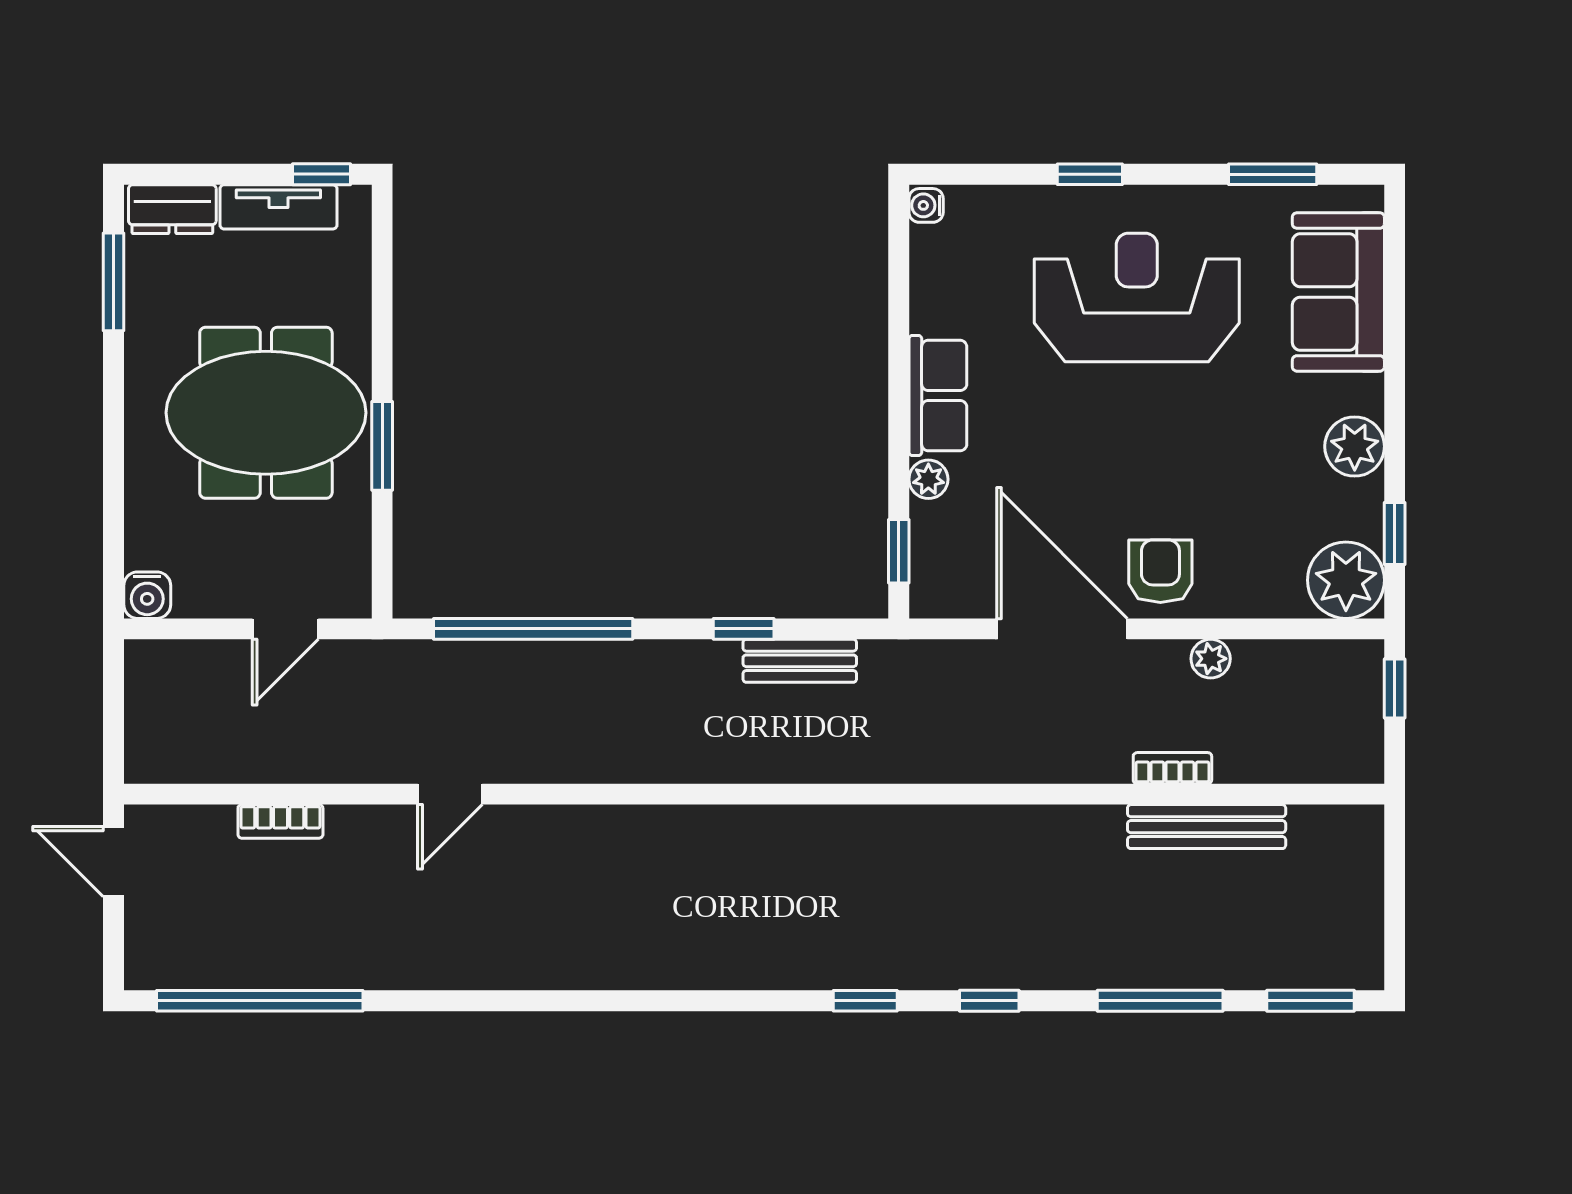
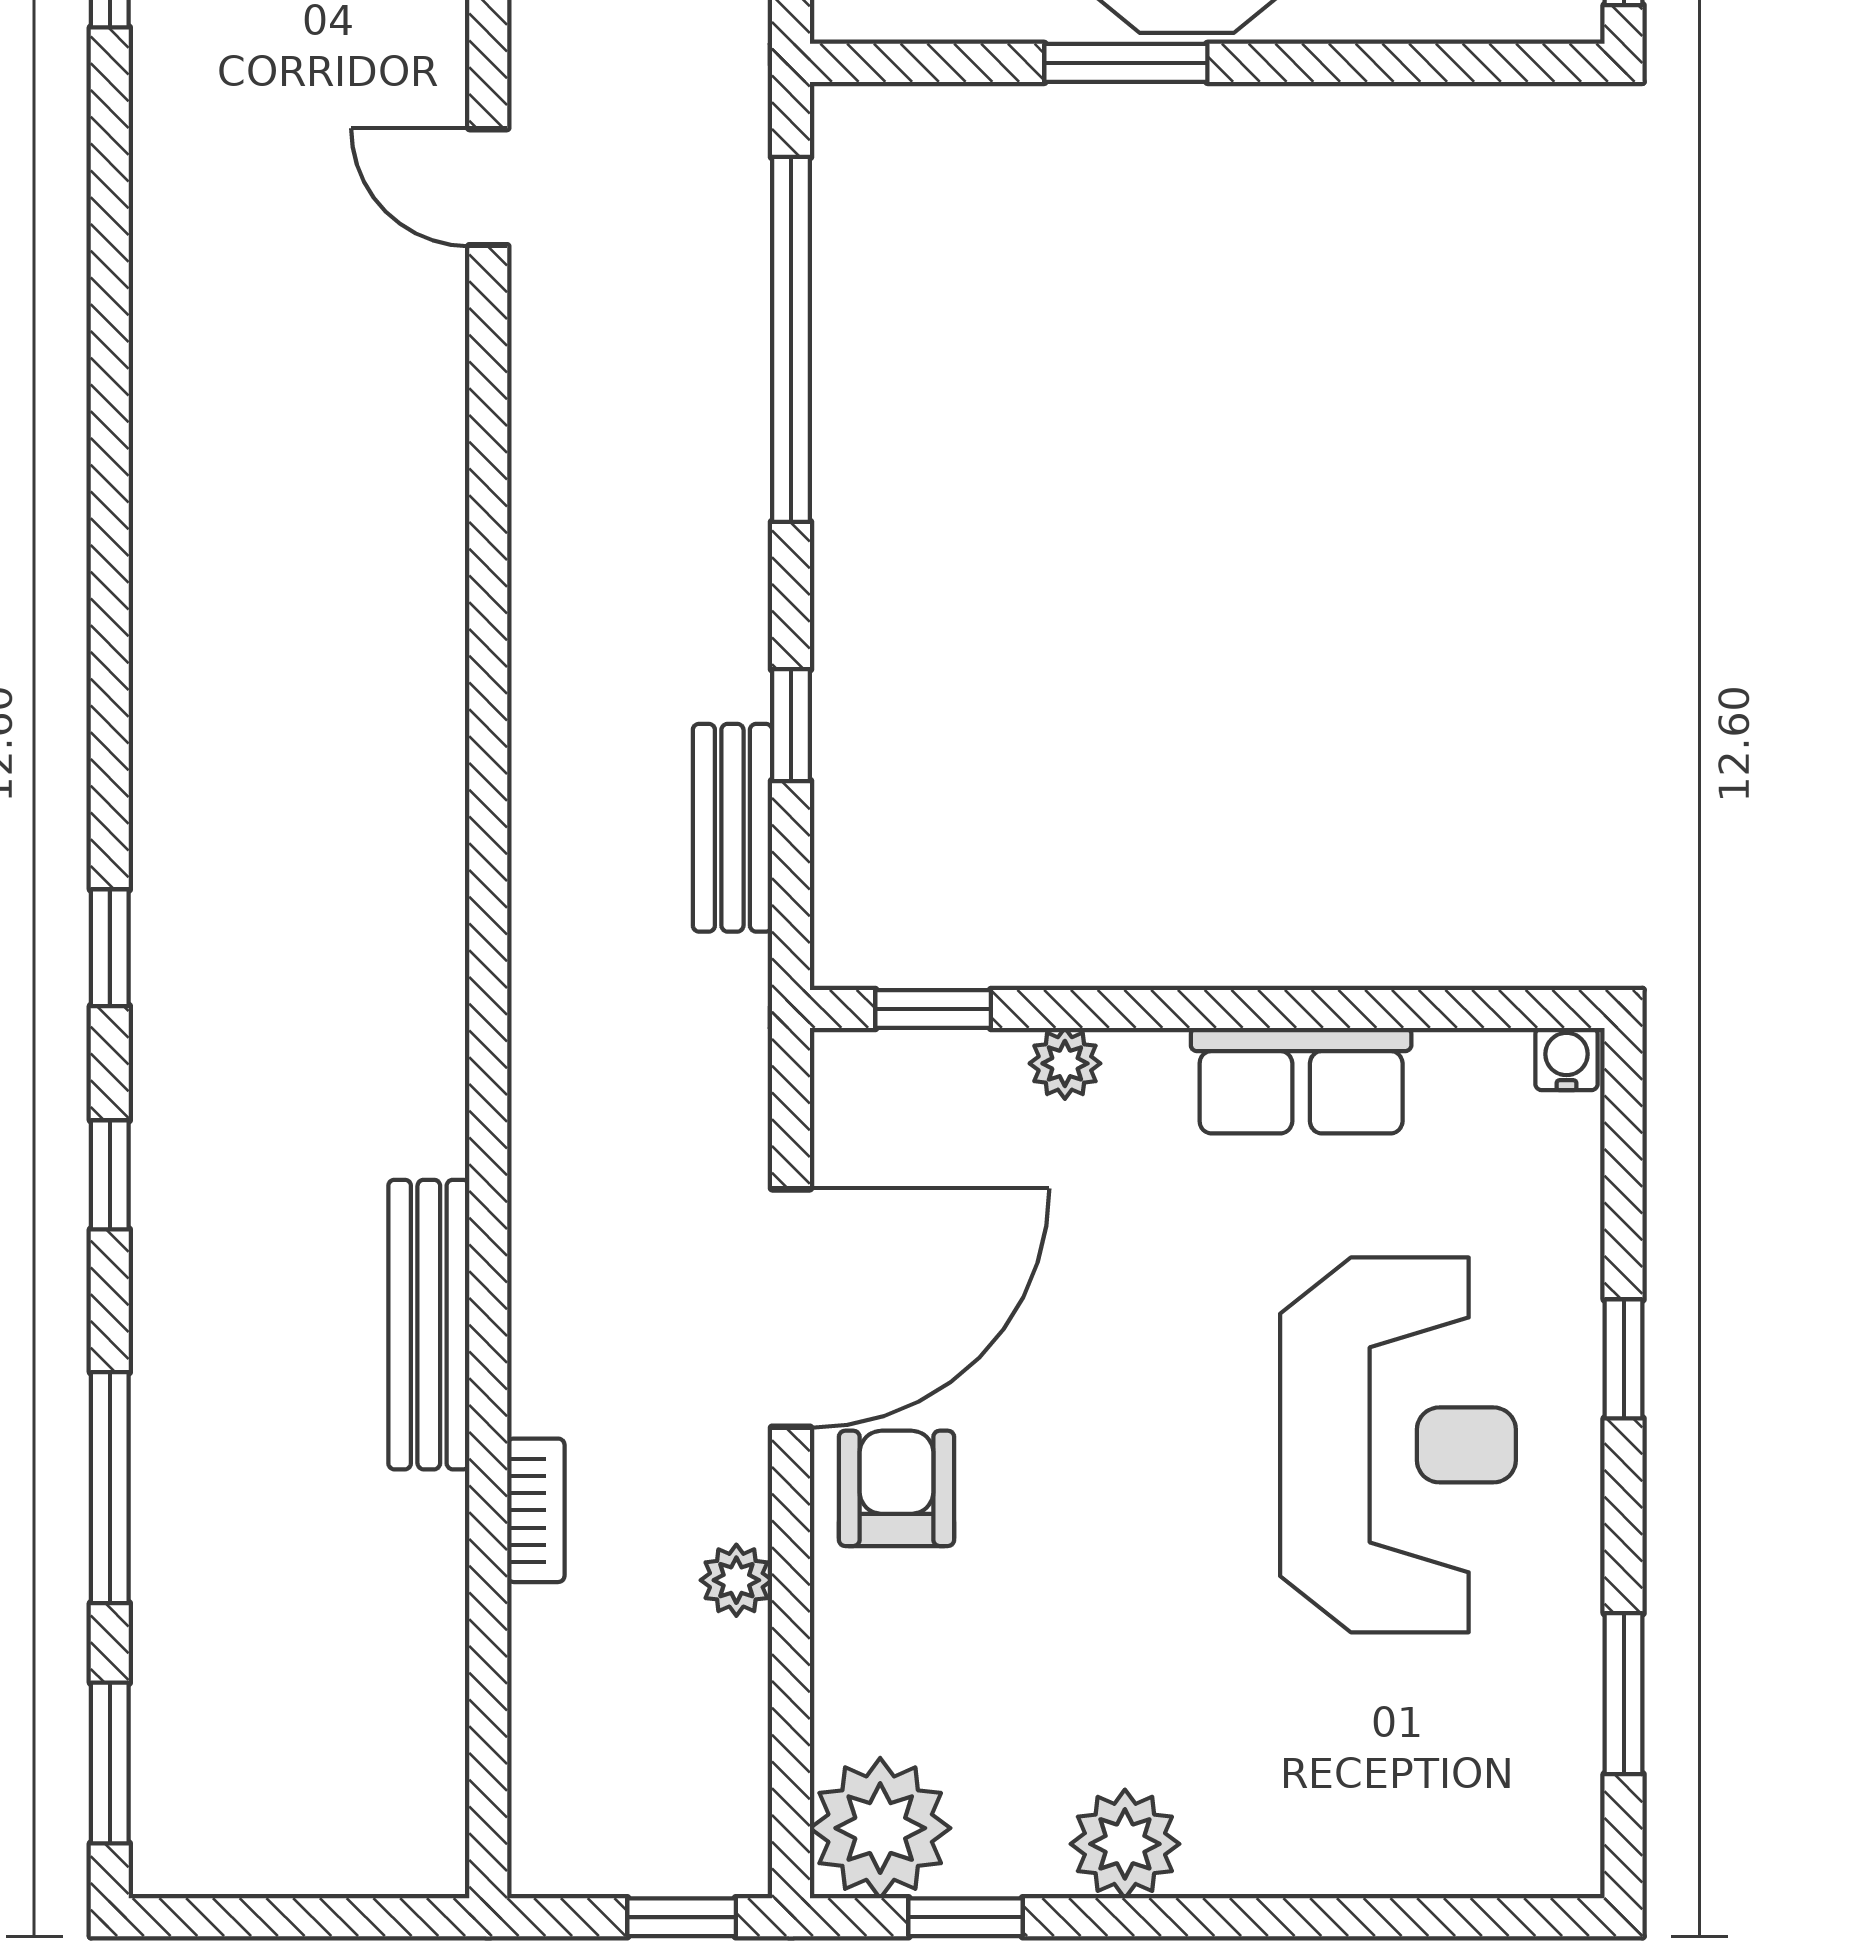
sofa: (1338, 292) -> (1408, 1814), removed
row of seats: (938, 396) -> (1301, 1081), moved
armchair: (1160, 571) -> (897, 1488), turned -90
bench: (1207, 827) -> (429, 1325), moved

